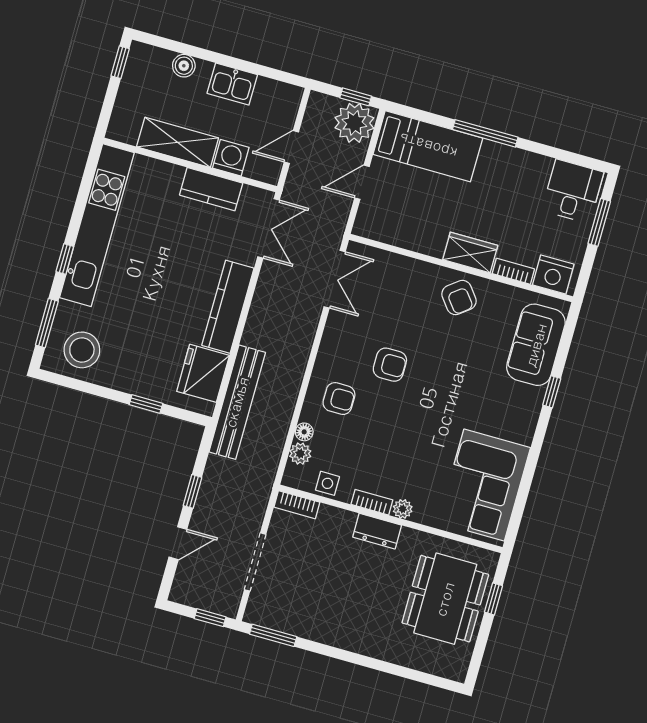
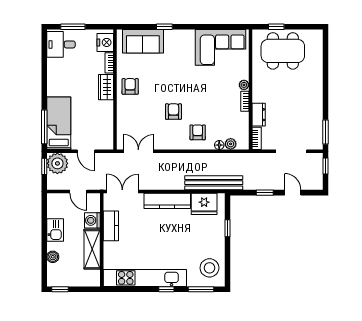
window: (485, 133) -> (44, 127), moved
armchair: (459, 298) -> (130, 86), turned -52
side table: (327, 483) -> (242, 126), removed
dresser: (377, 531) -> (259, 115), moved

